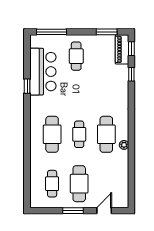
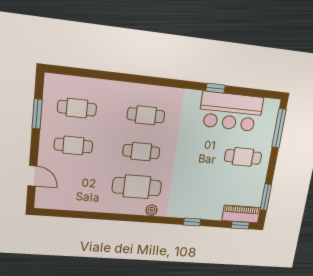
window: (131, 74) -> (192, 222), moved
cafe table: (52, 134) -> (146, 115), width x0.73, depth x0.74
plant: (124, 145) -> (152, 210), moved
cafe table: (79, 184) -> (73, 145), width x0.73, depth x0.74
window: (73, 211) -> (37, 114), moved

